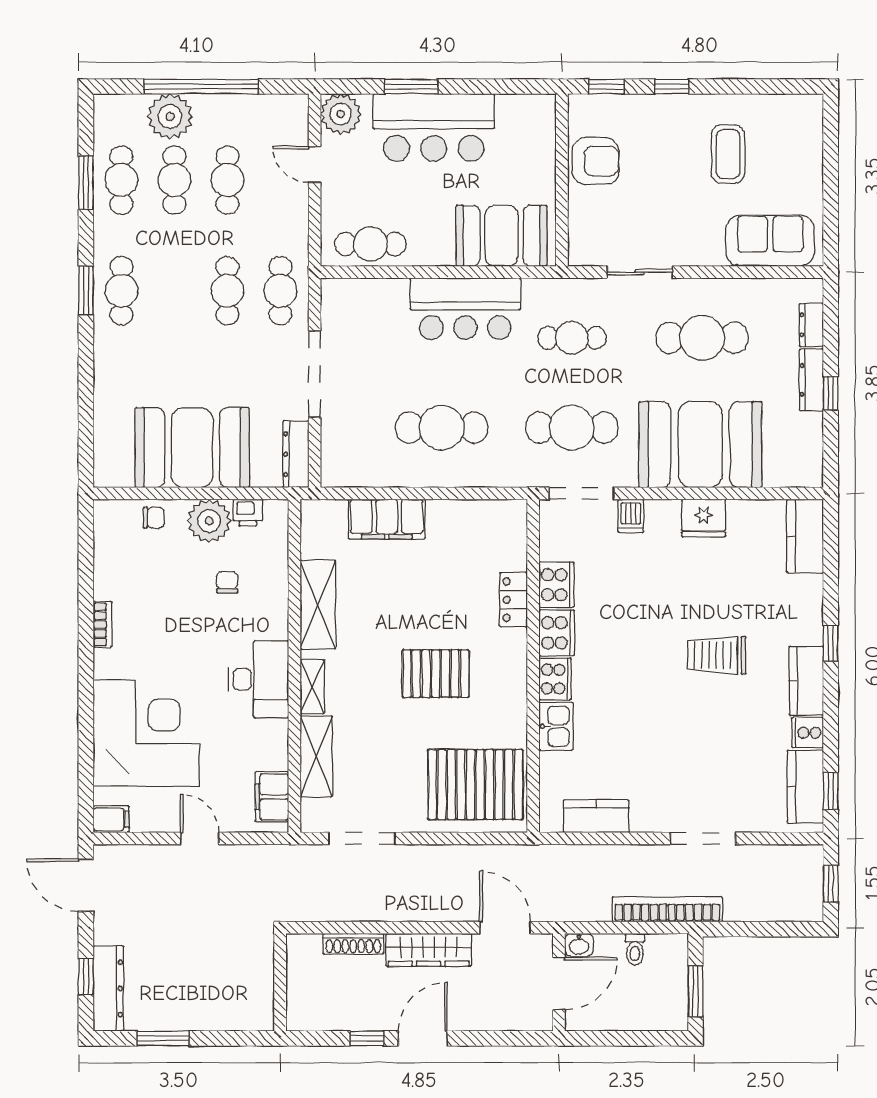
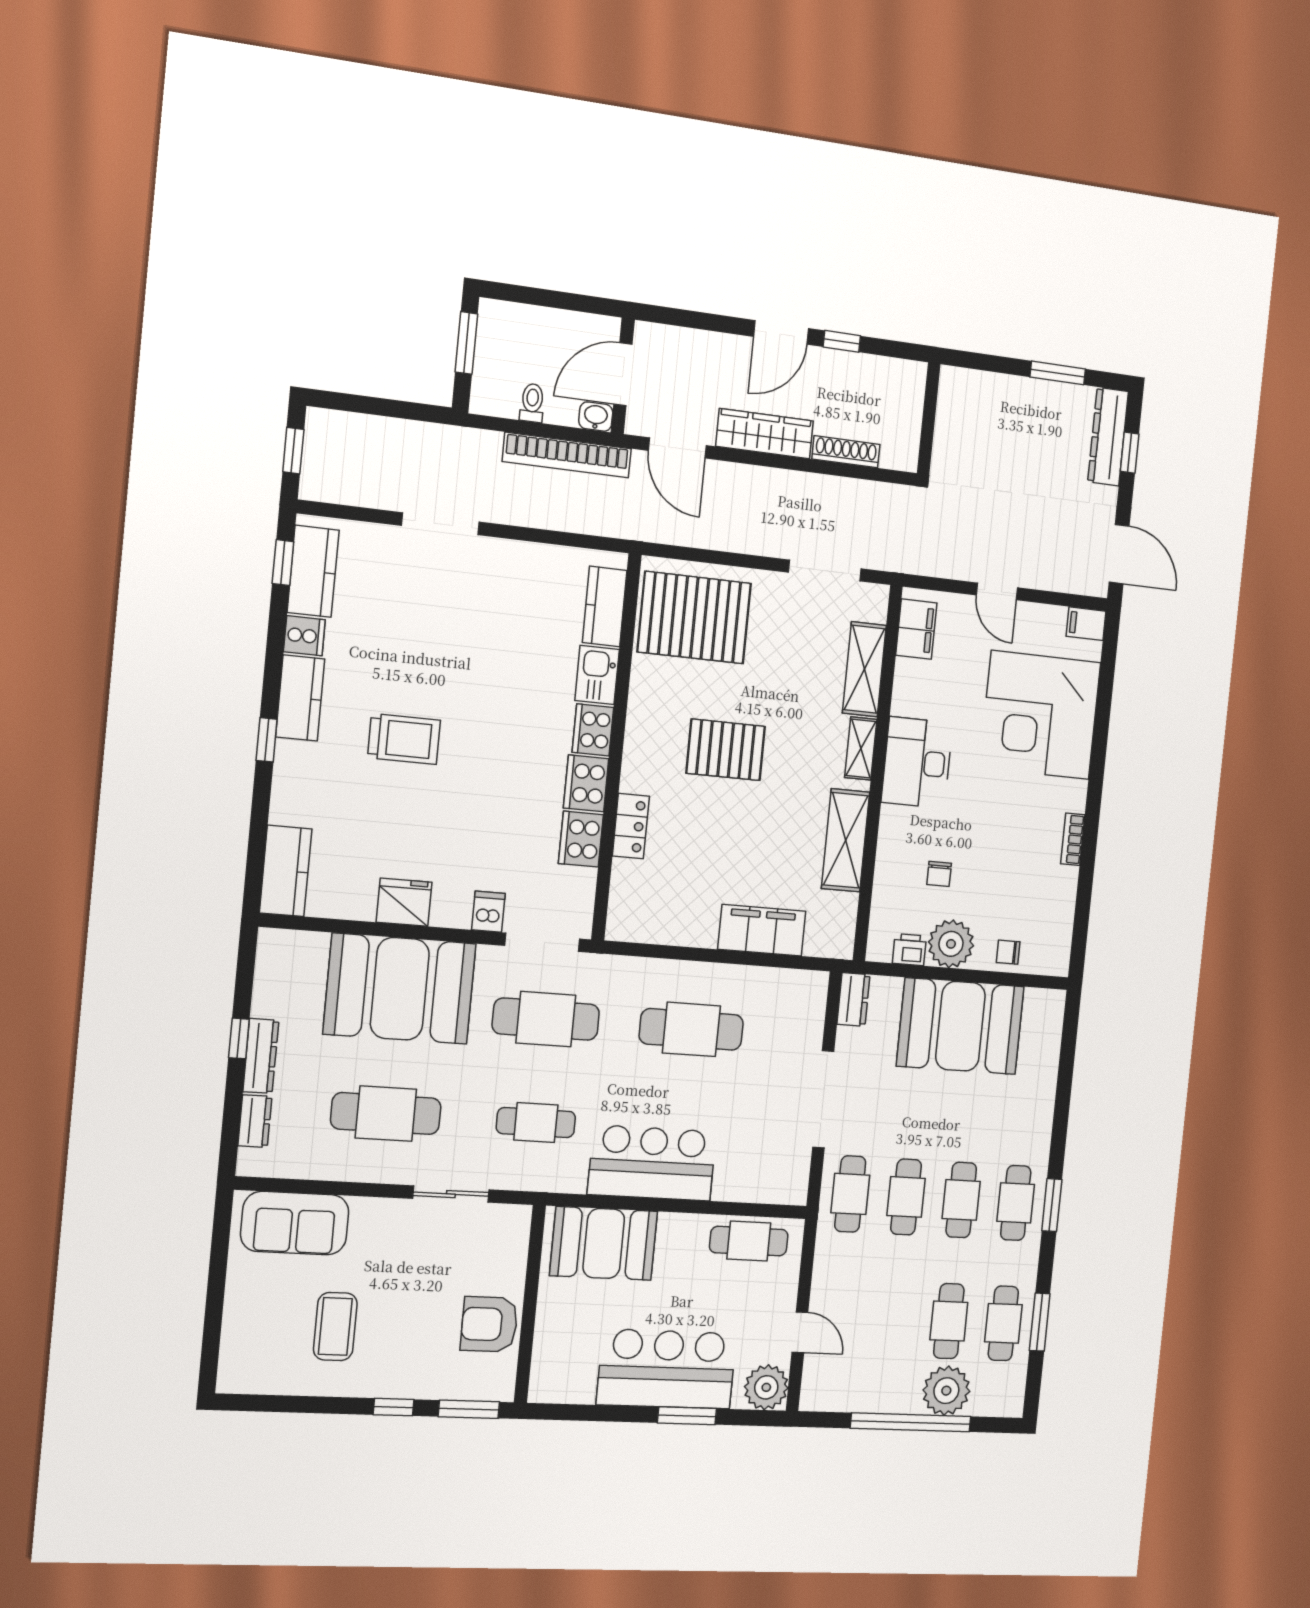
window: (606, 87) -> (469, 1409), width x1.50
cafe table: (227, 180) -> (961, 1200), moved
dresser: (296, 454) -> (853, 999), width x0.70
kitchen counter: (596, 816) -> (605, 606), moved, turned 90
bookcase: (667, 909) -> (567, 455), moved

